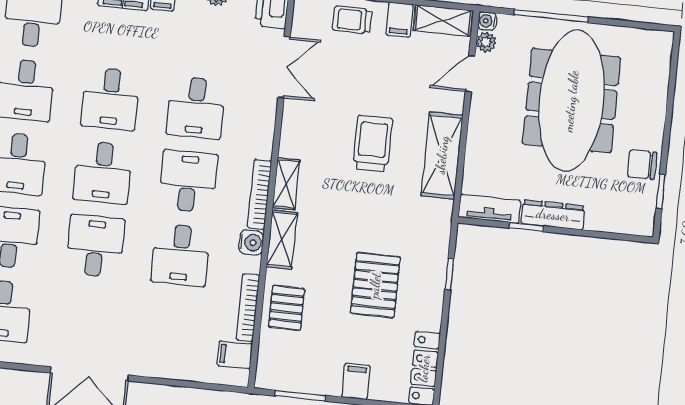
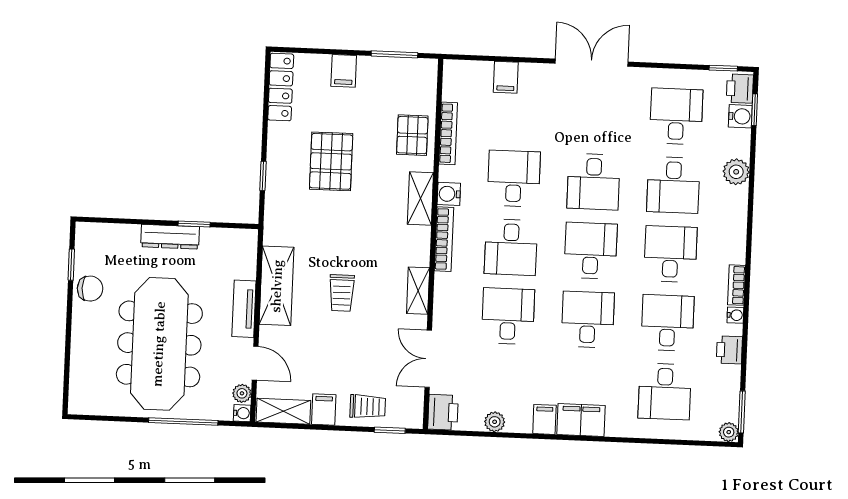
door: (470, 74) -> (255, 363), hinge flipped
trolley: (373, 143) -> (342, 293), width x0.73, depth x0.72
shelving: (286, 184) -> (418, 291), moved
tv unit: (489, 209) -> (244, 309), moved, turned 90
filing cabinet: (235, 355) -> (506, 77), moved, turned 90

